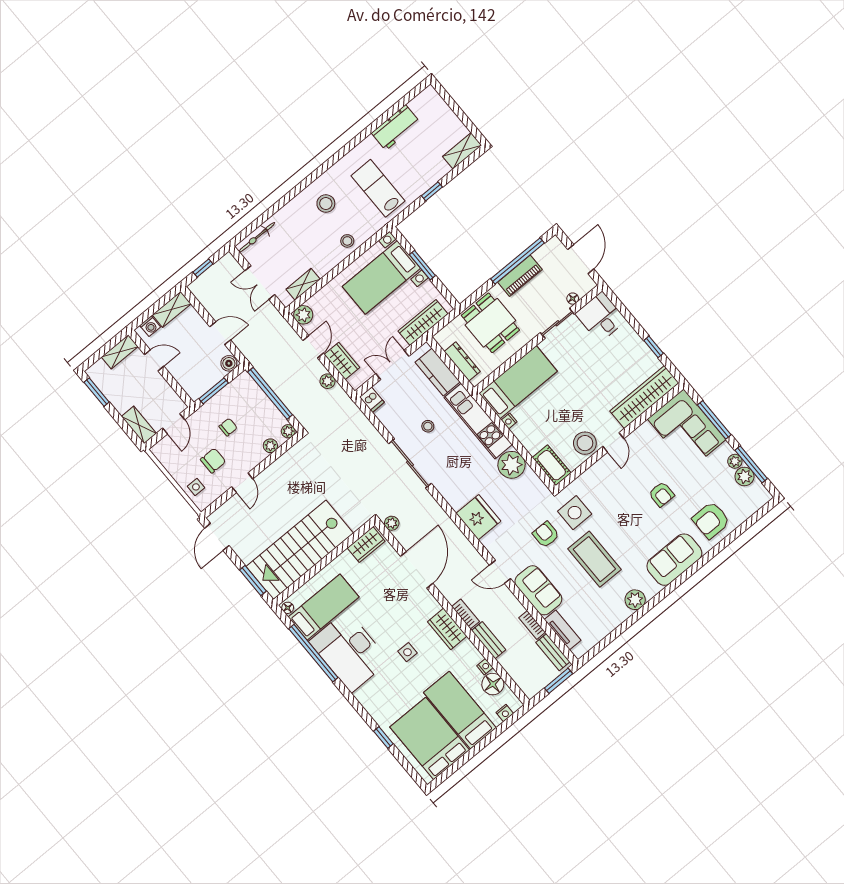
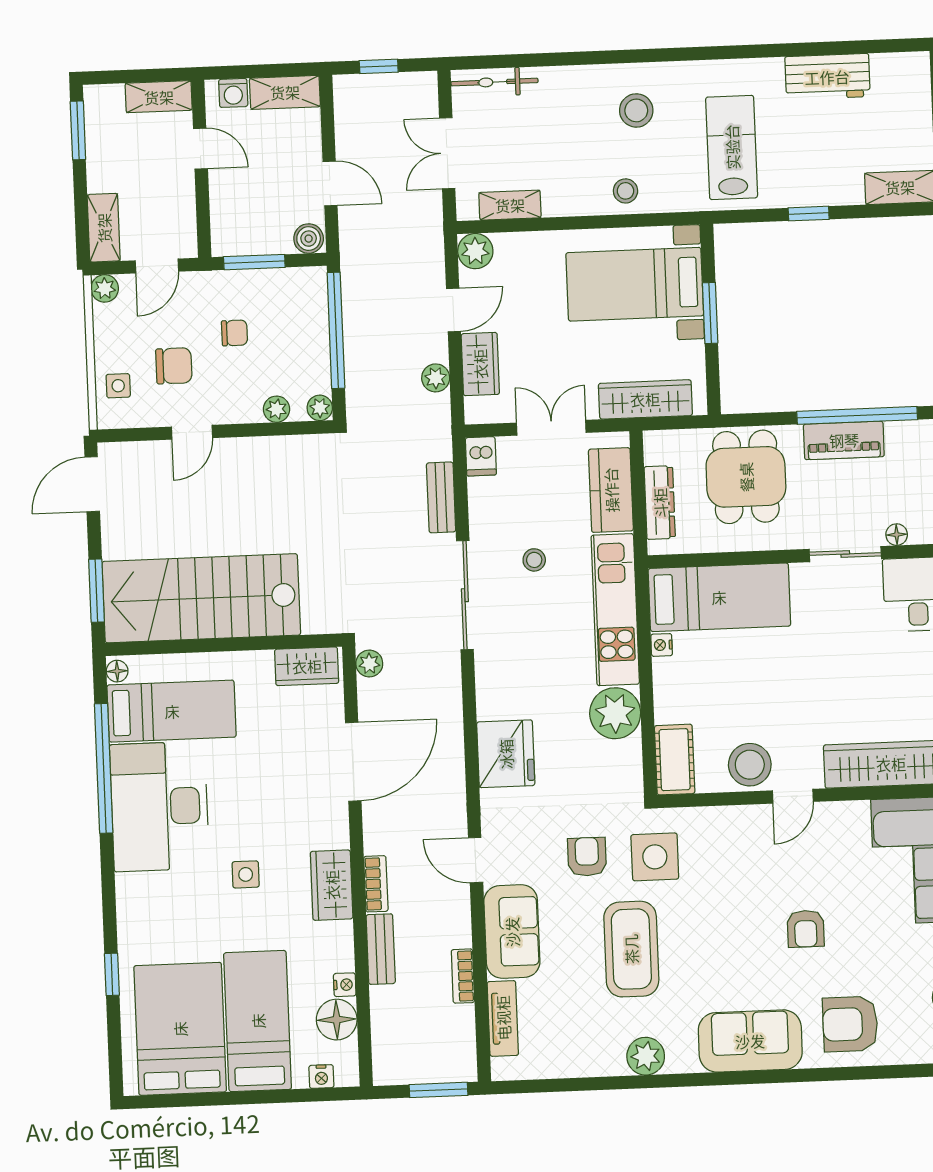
plant: (159, 450) -> (105, 288), added
bench: (553, 652) -> (441, 497), moved

